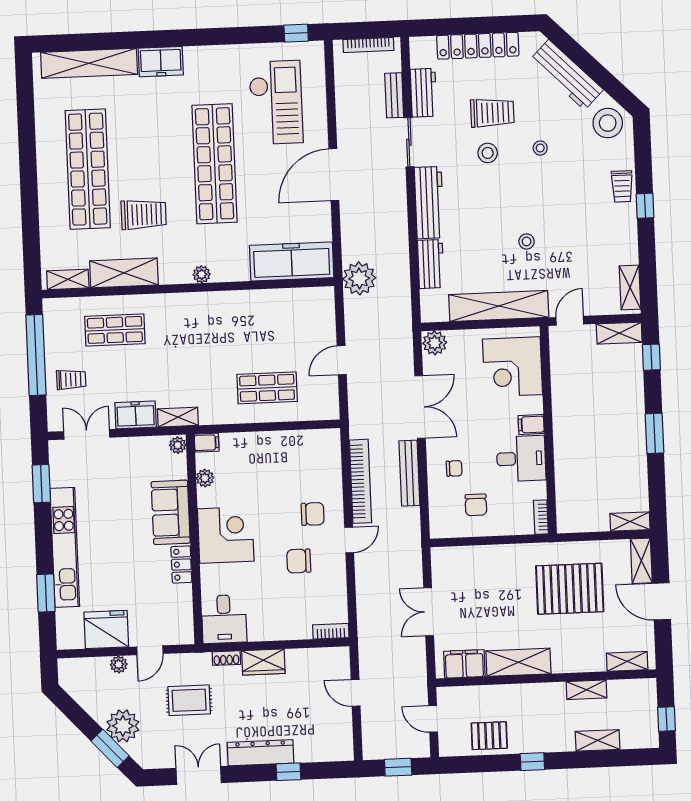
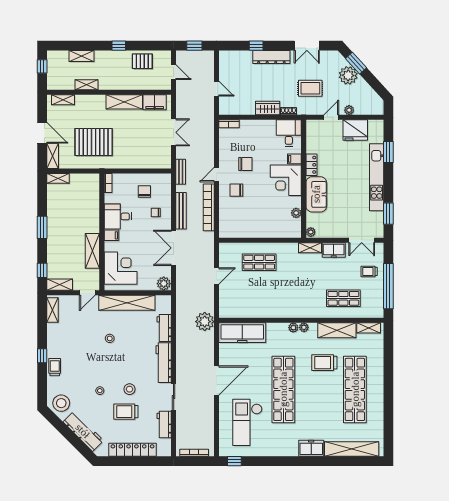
bench: (394, 95) -> (181, 172), moved
plant: (183, 276) -> (304, 327), added
shelving: (564, 396) -> (92, 251), added
filing cabinet: (207, 443) -> (294, 159), moved

